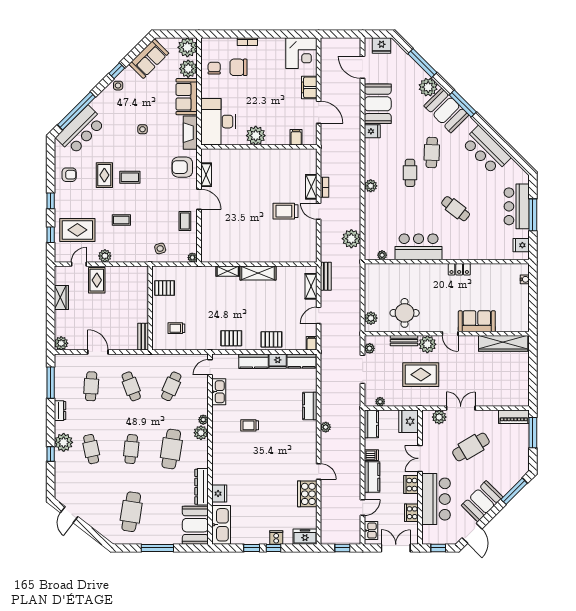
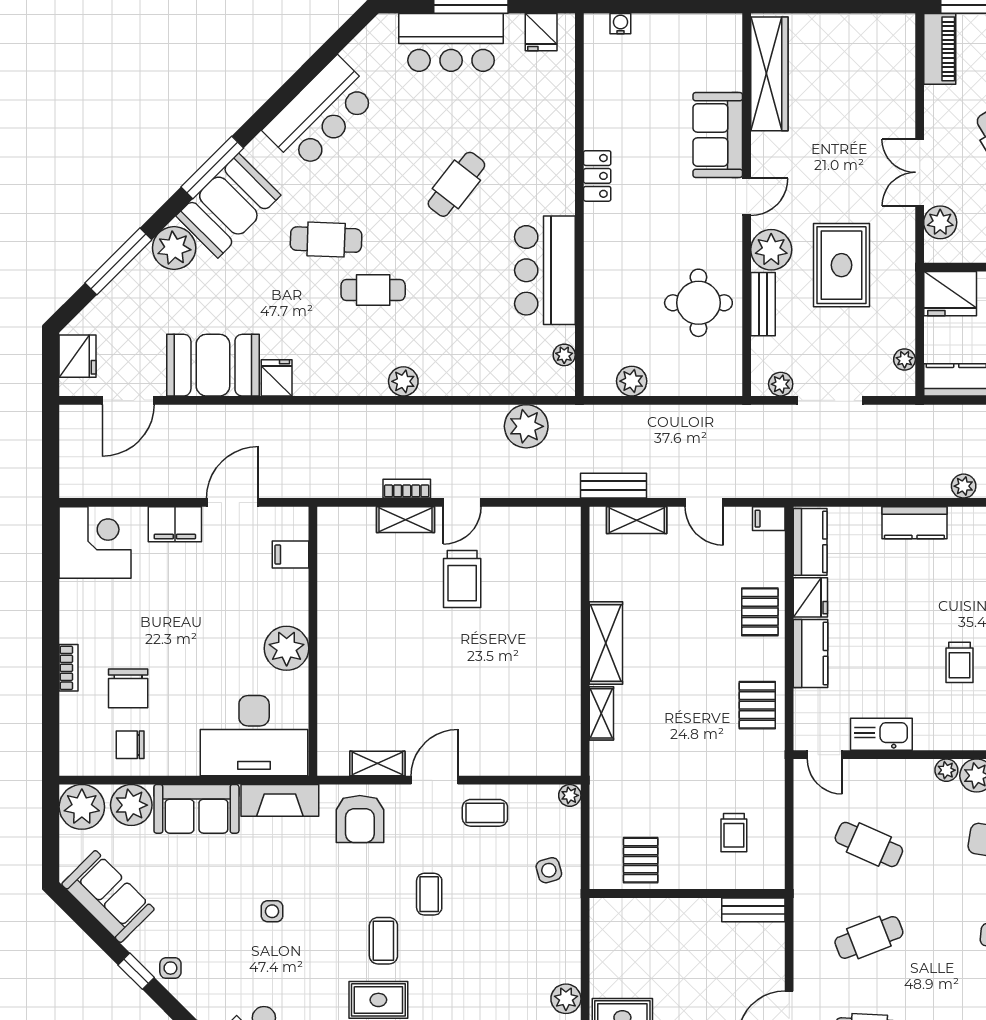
coffee table: (121, 220) -> (429, 894), moved
plant: (371, 318) -> (632, 381), moved

